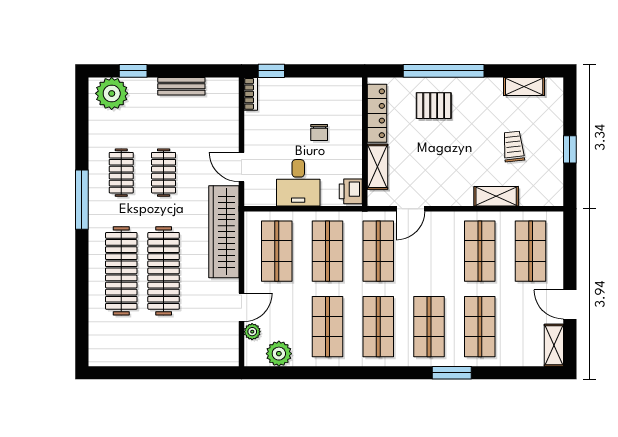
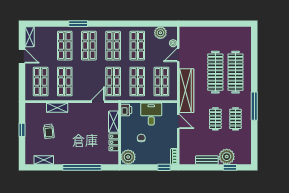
plant: (112, 93) -> (227, 157), moved
plant: (347, 93) -> (128, 157), added
pallet: (434, 106) -> (87, 151), removed
locker: (377, 113) -> (114, 142), width x0.66

